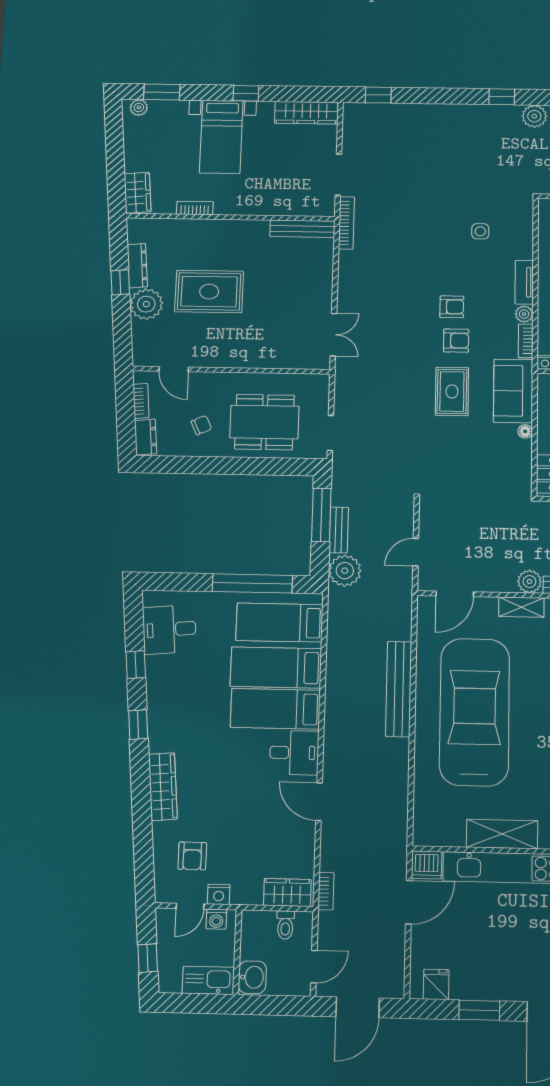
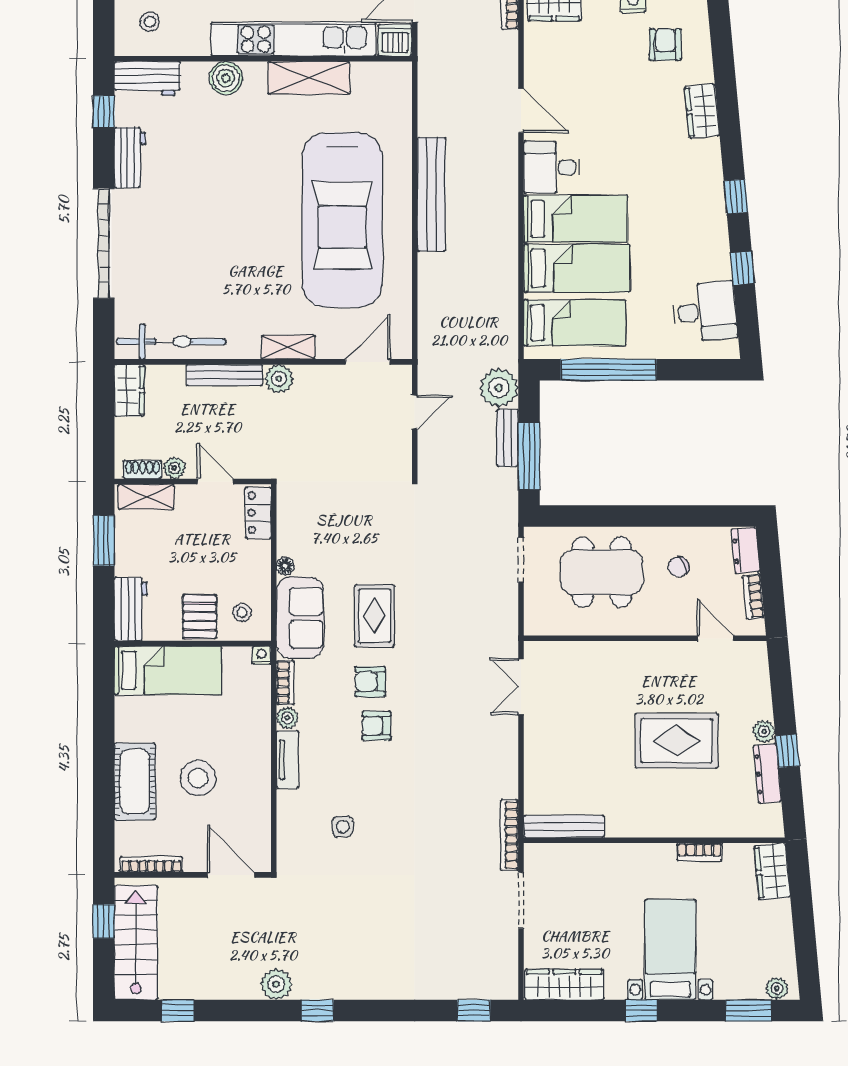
plant: (146, 304) -> (764, 731), width x0.53, depth x0.53
bench: (399, 689) -> (432, 194), moved
wardrobe: (163, 787) -> (702, 111), width x0.67

